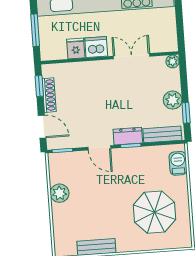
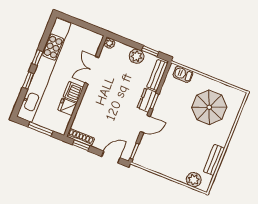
shoe rack: (49, 95) -> (81, 137), moved
plant: (60, 193) -> (194, 180), moved

